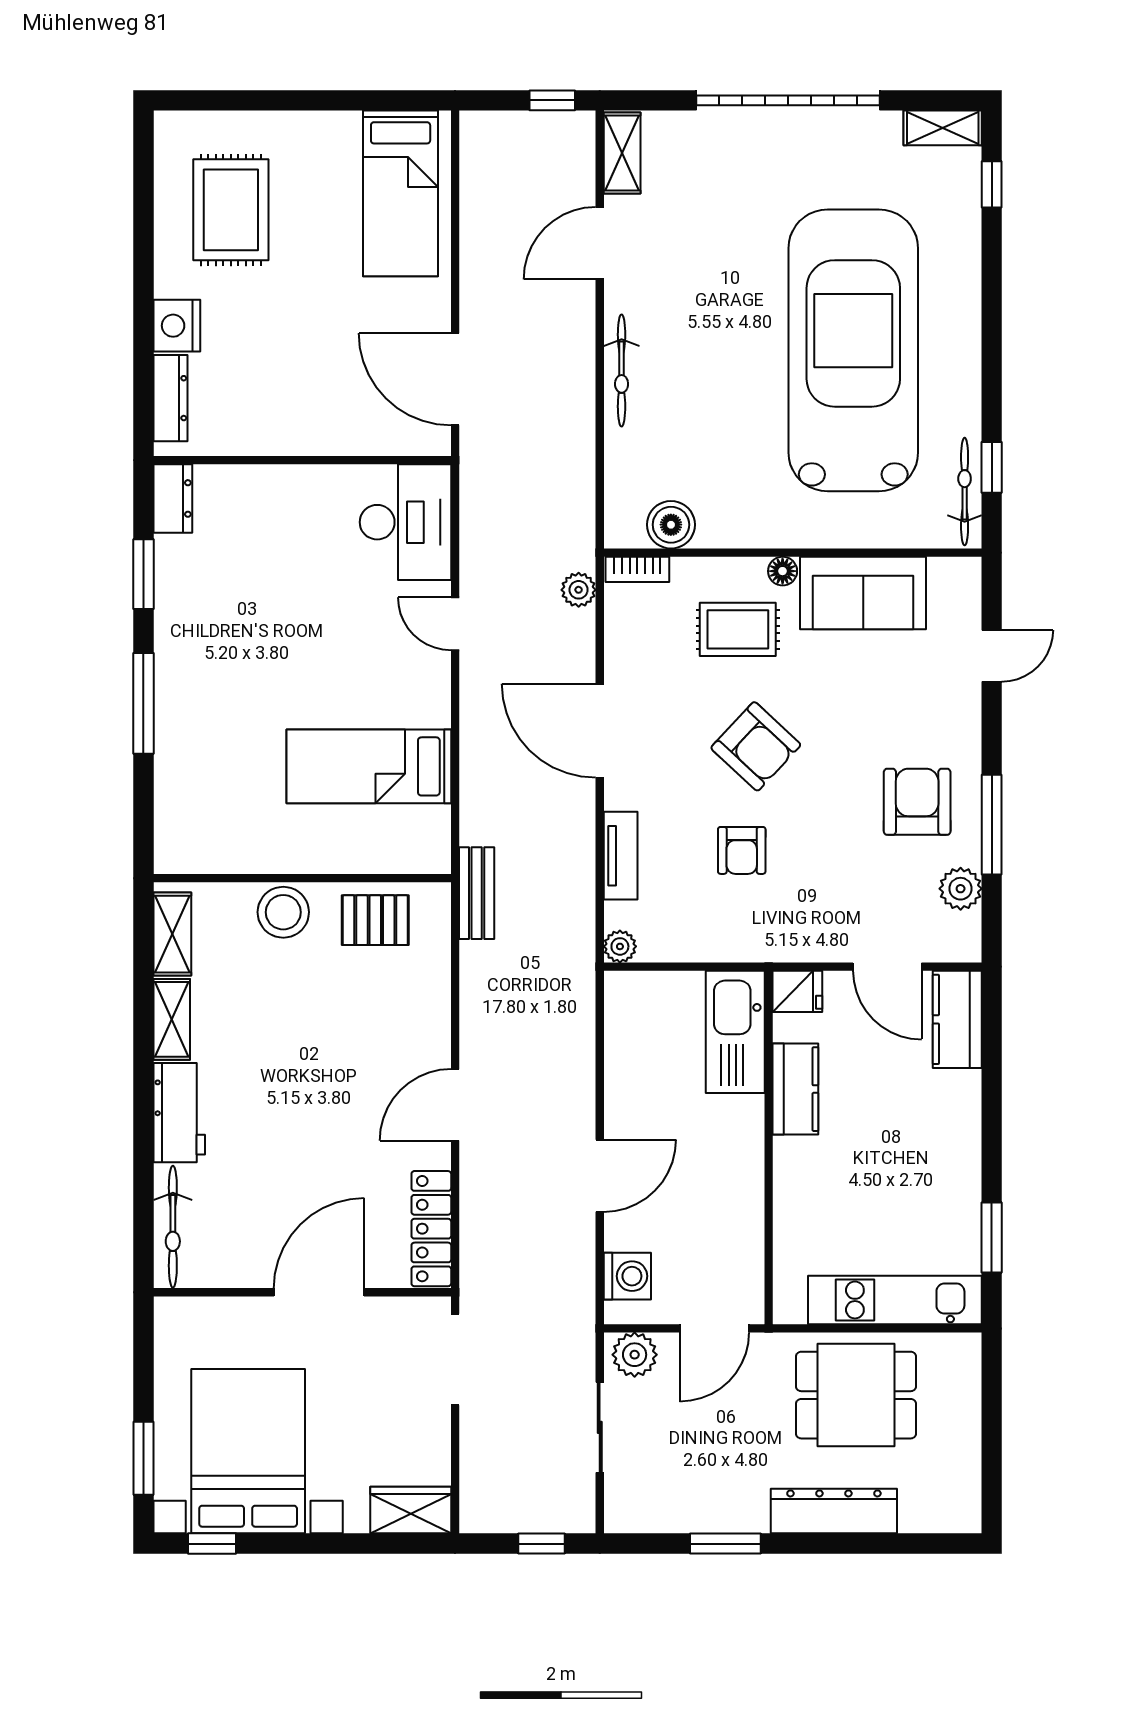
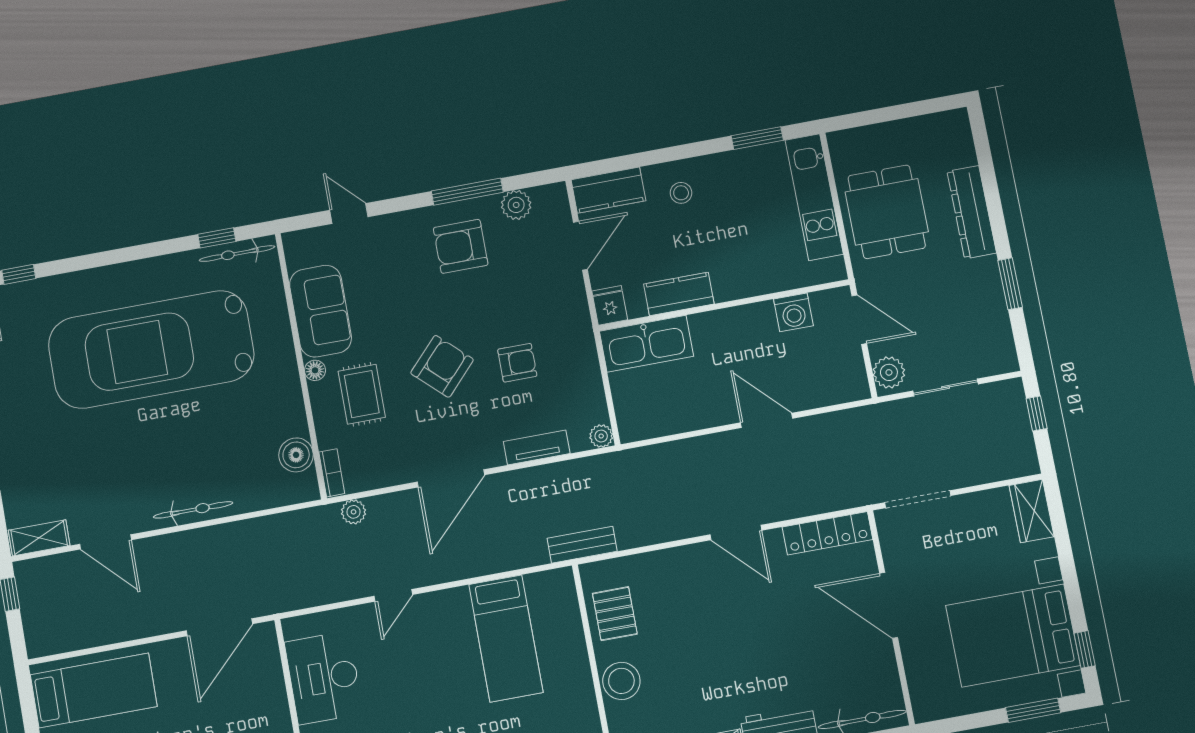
desk: (405, 522) -> (324, 678), moved, turned -90
stool: (935, 1118) -> (681, 193), added
washing machine: (627, 1276) -> (793, 312), moved, turned 180

